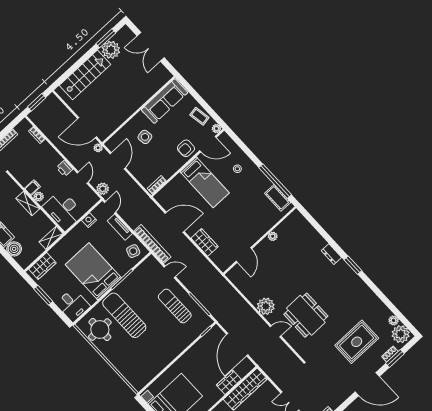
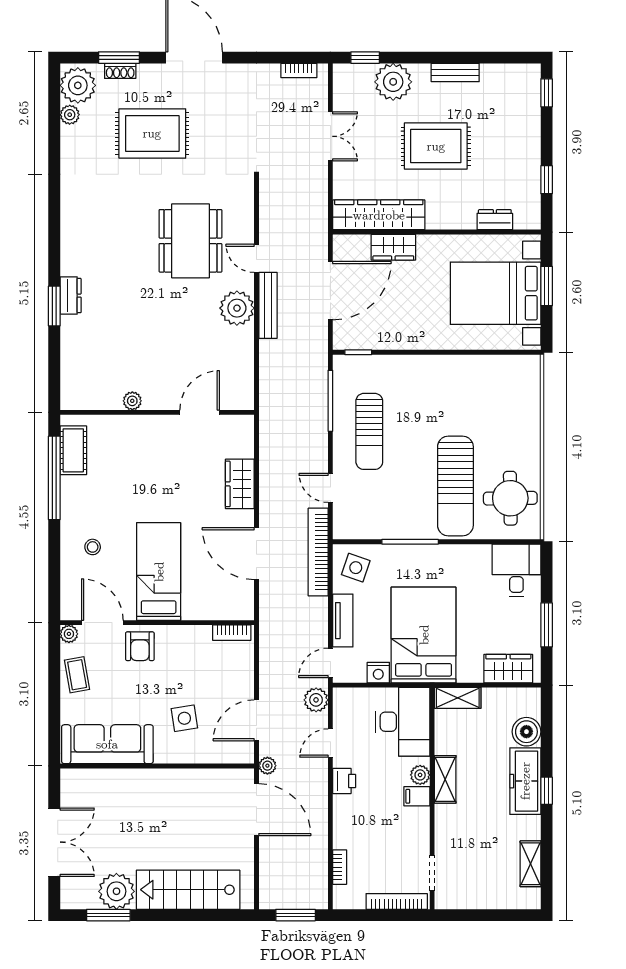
armchair: (186, 148) -> (140, 646), turned 90
window: (353, 265) -> (54, 306), moved
bed: (93, 271) -> (424, 635), moved, turned 180
bench: (255, 318) -> (268, 305), added

